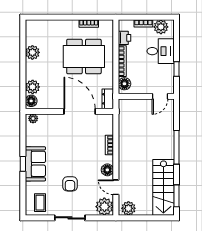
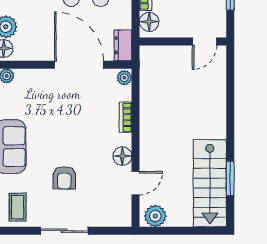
window: (176, 147) -> (230, 121), removed
door: (116, 187) -> (136, 183), swing flipped
window: (176, 196) -> (230, 178), moved
plant: (104, 207) -> (124, 78), moved, width x0.53, depth x0.53

